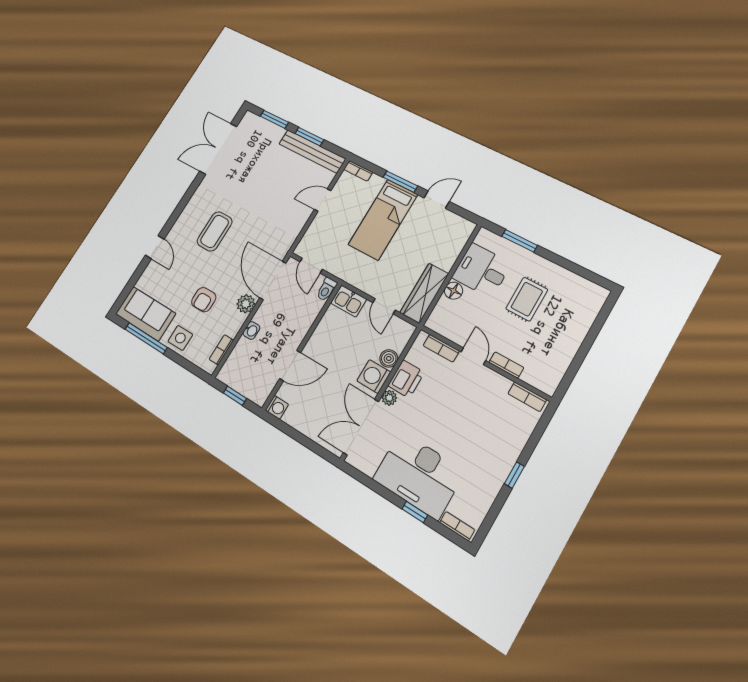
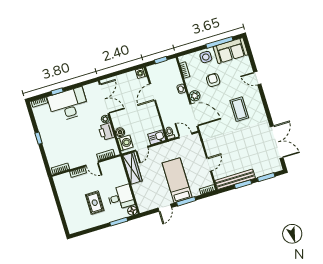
floor lamp: (454, 291) -> (132, 211), moved
door: (384, 306) -> (142, 149), swing flipped
washing machine: (374, 376) -> (125, 143), moved

